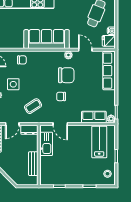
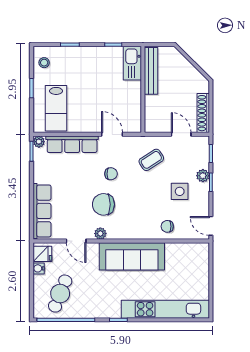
row of seats: (94, 117) -> (72, 144), width x1.48
door: (12, 124) -> (181, 134), hinge flipped
dresser: (29, 130) -> (156, 126), removed
kitchen sink: (46, 144) -> (132, 63), moved
bench: (33, 164) -> (151, 71), width x1.36

